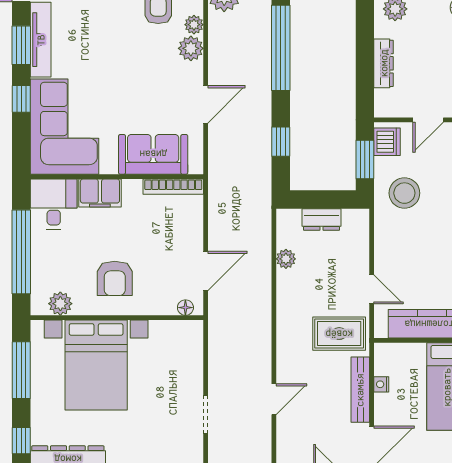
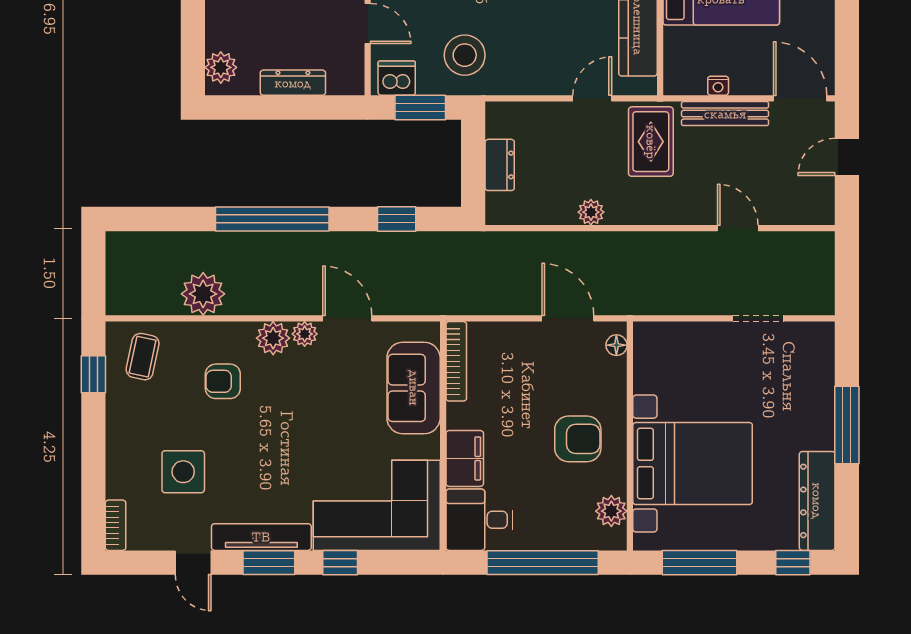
plant: (194, 25) -> (305, 334), moved
plant: (286, 259) -> (591, 212), moved

